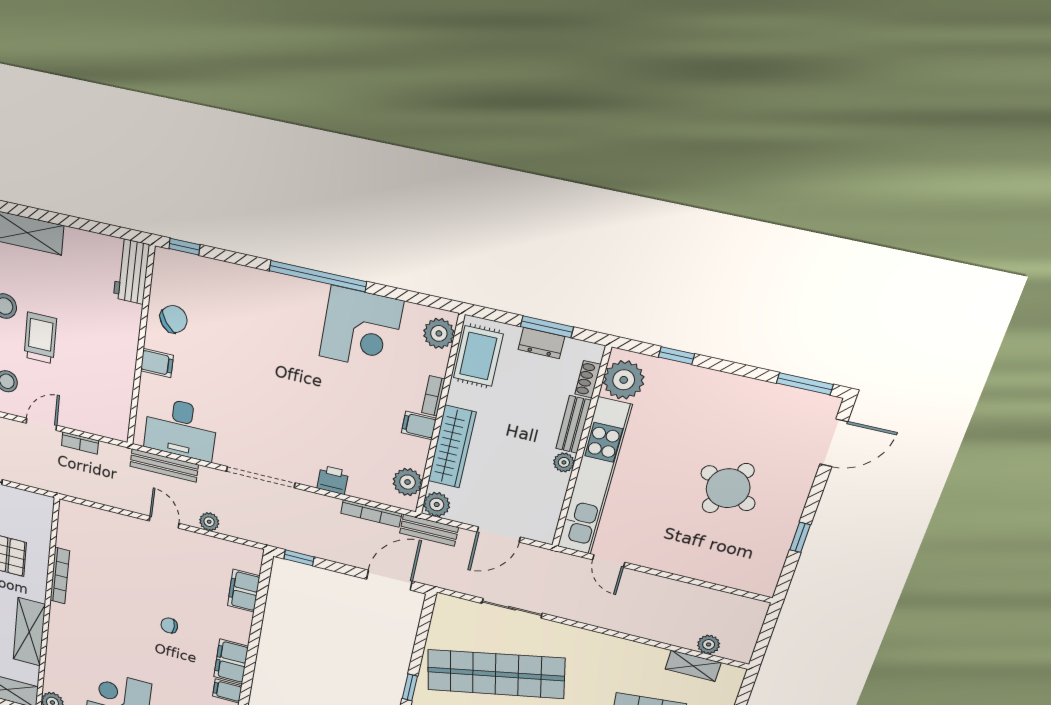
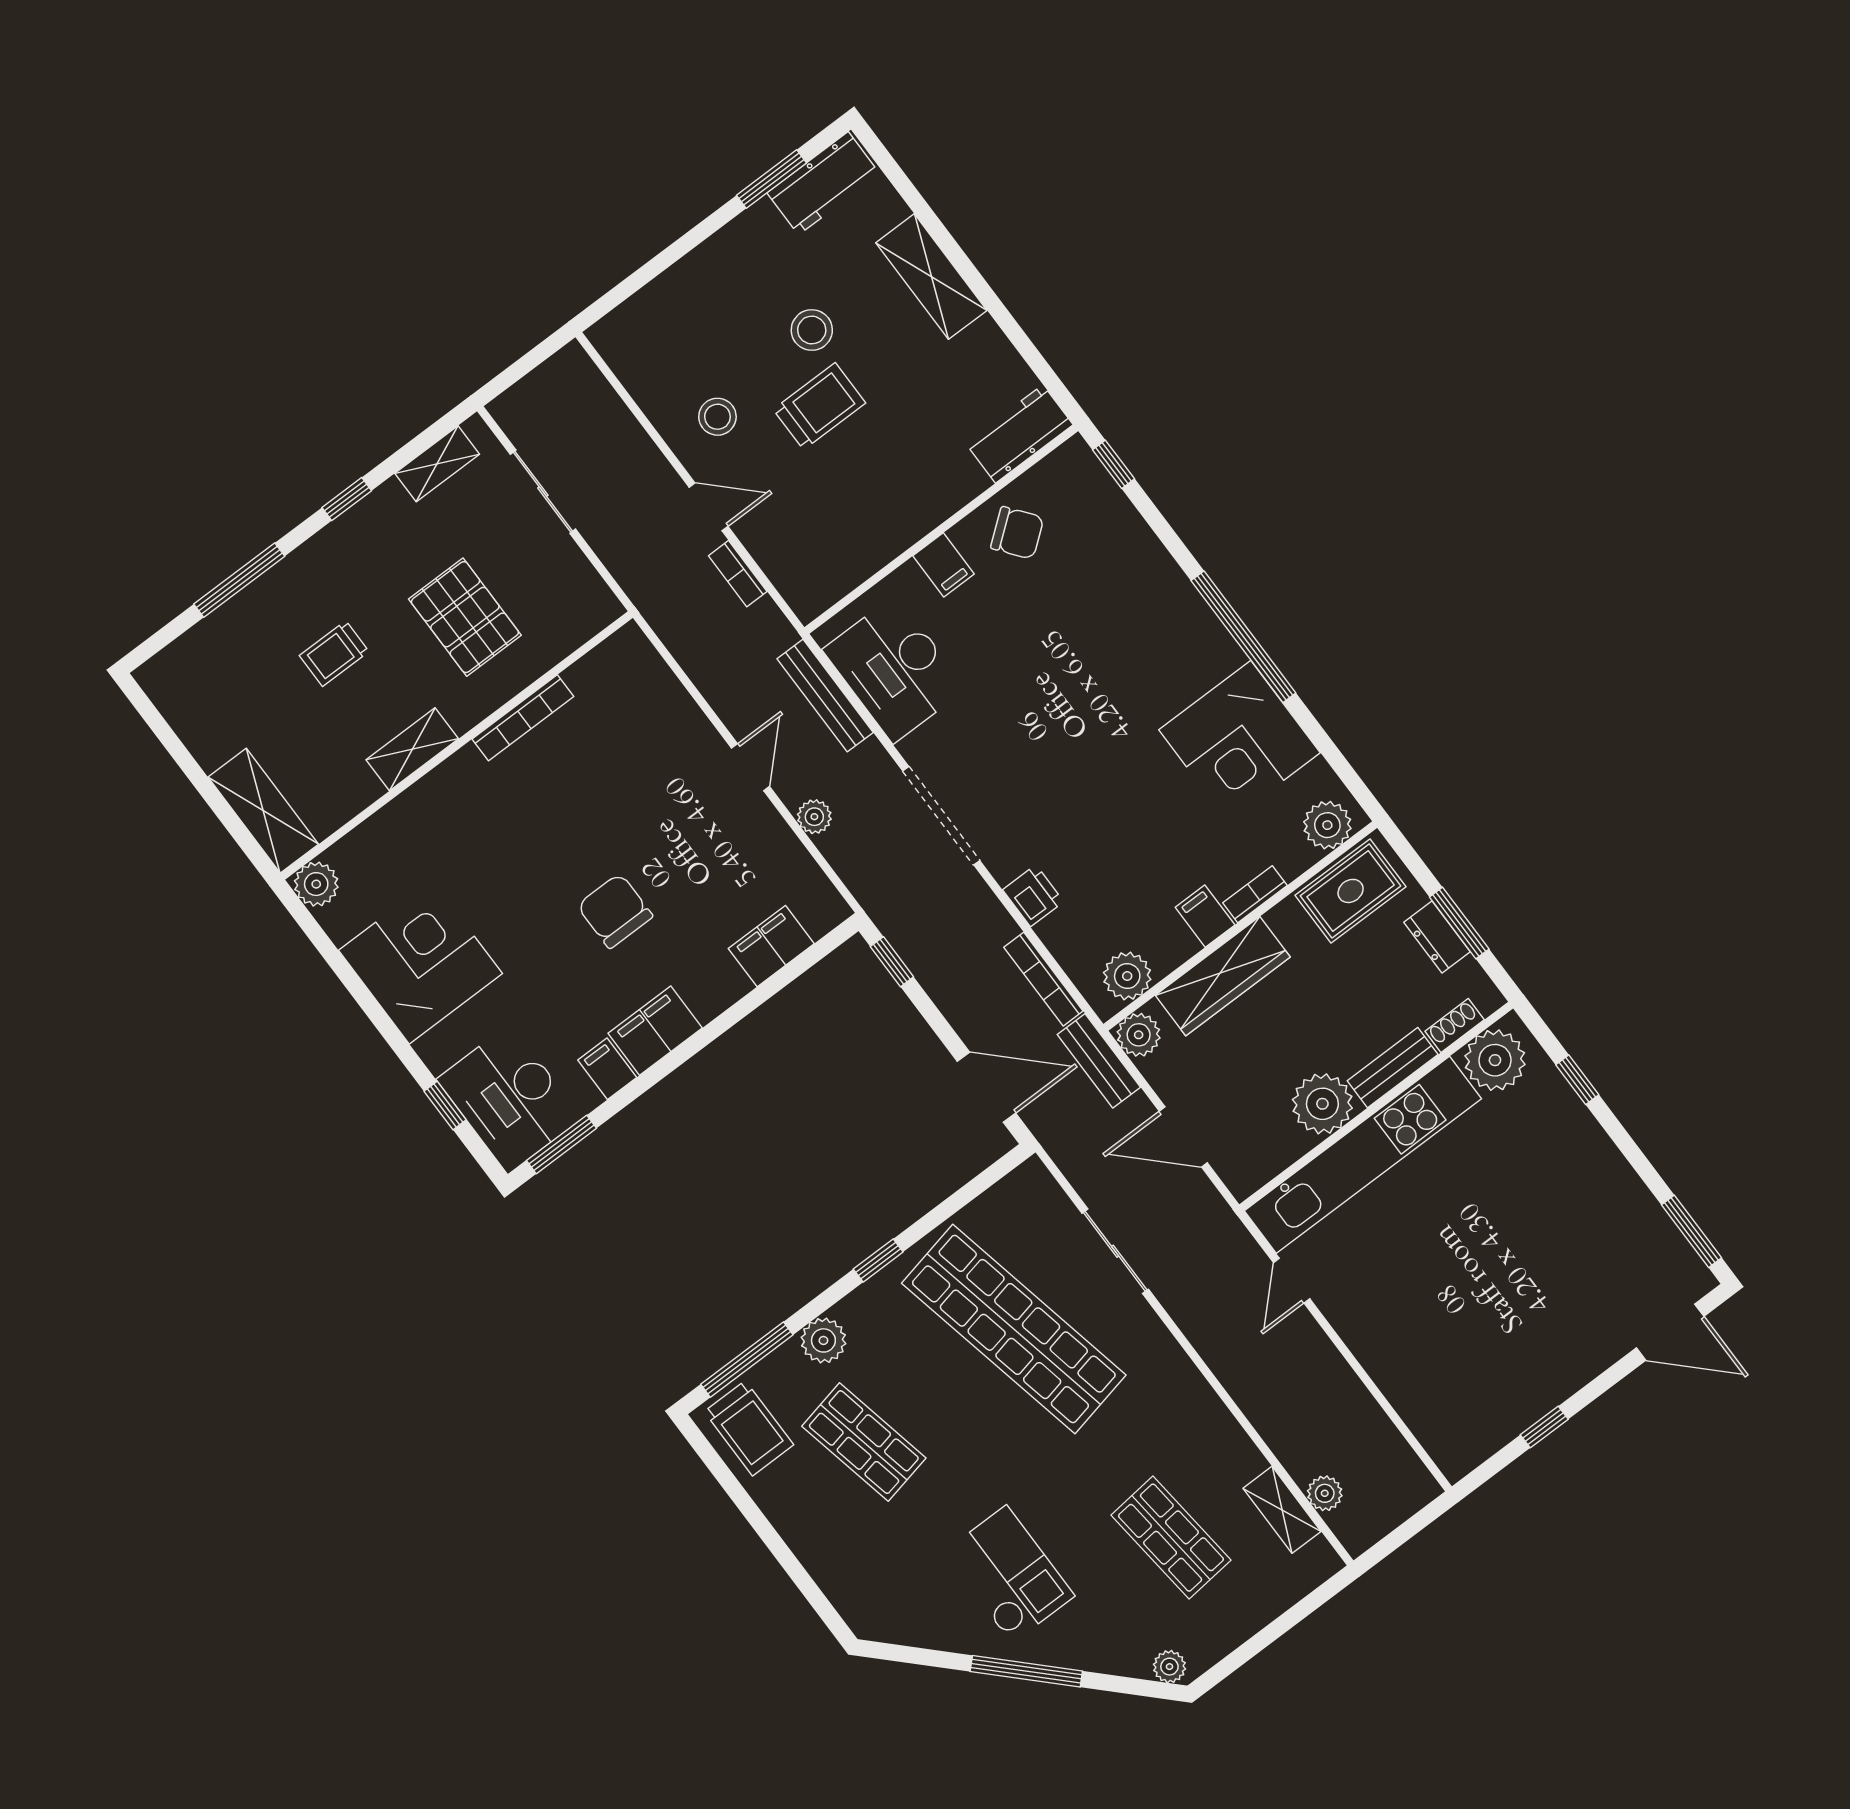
plant: (564, 462) -> (1322, 1104), width x1.88, depth x1.88
round table: (728, 488) -> (1509, 1295), removed
chair: (169, 625) -> (615, 911), width x1.87, depth x1.87
shelving: (29, 632) -> (412, 749), width x0.67, depth x0.75

